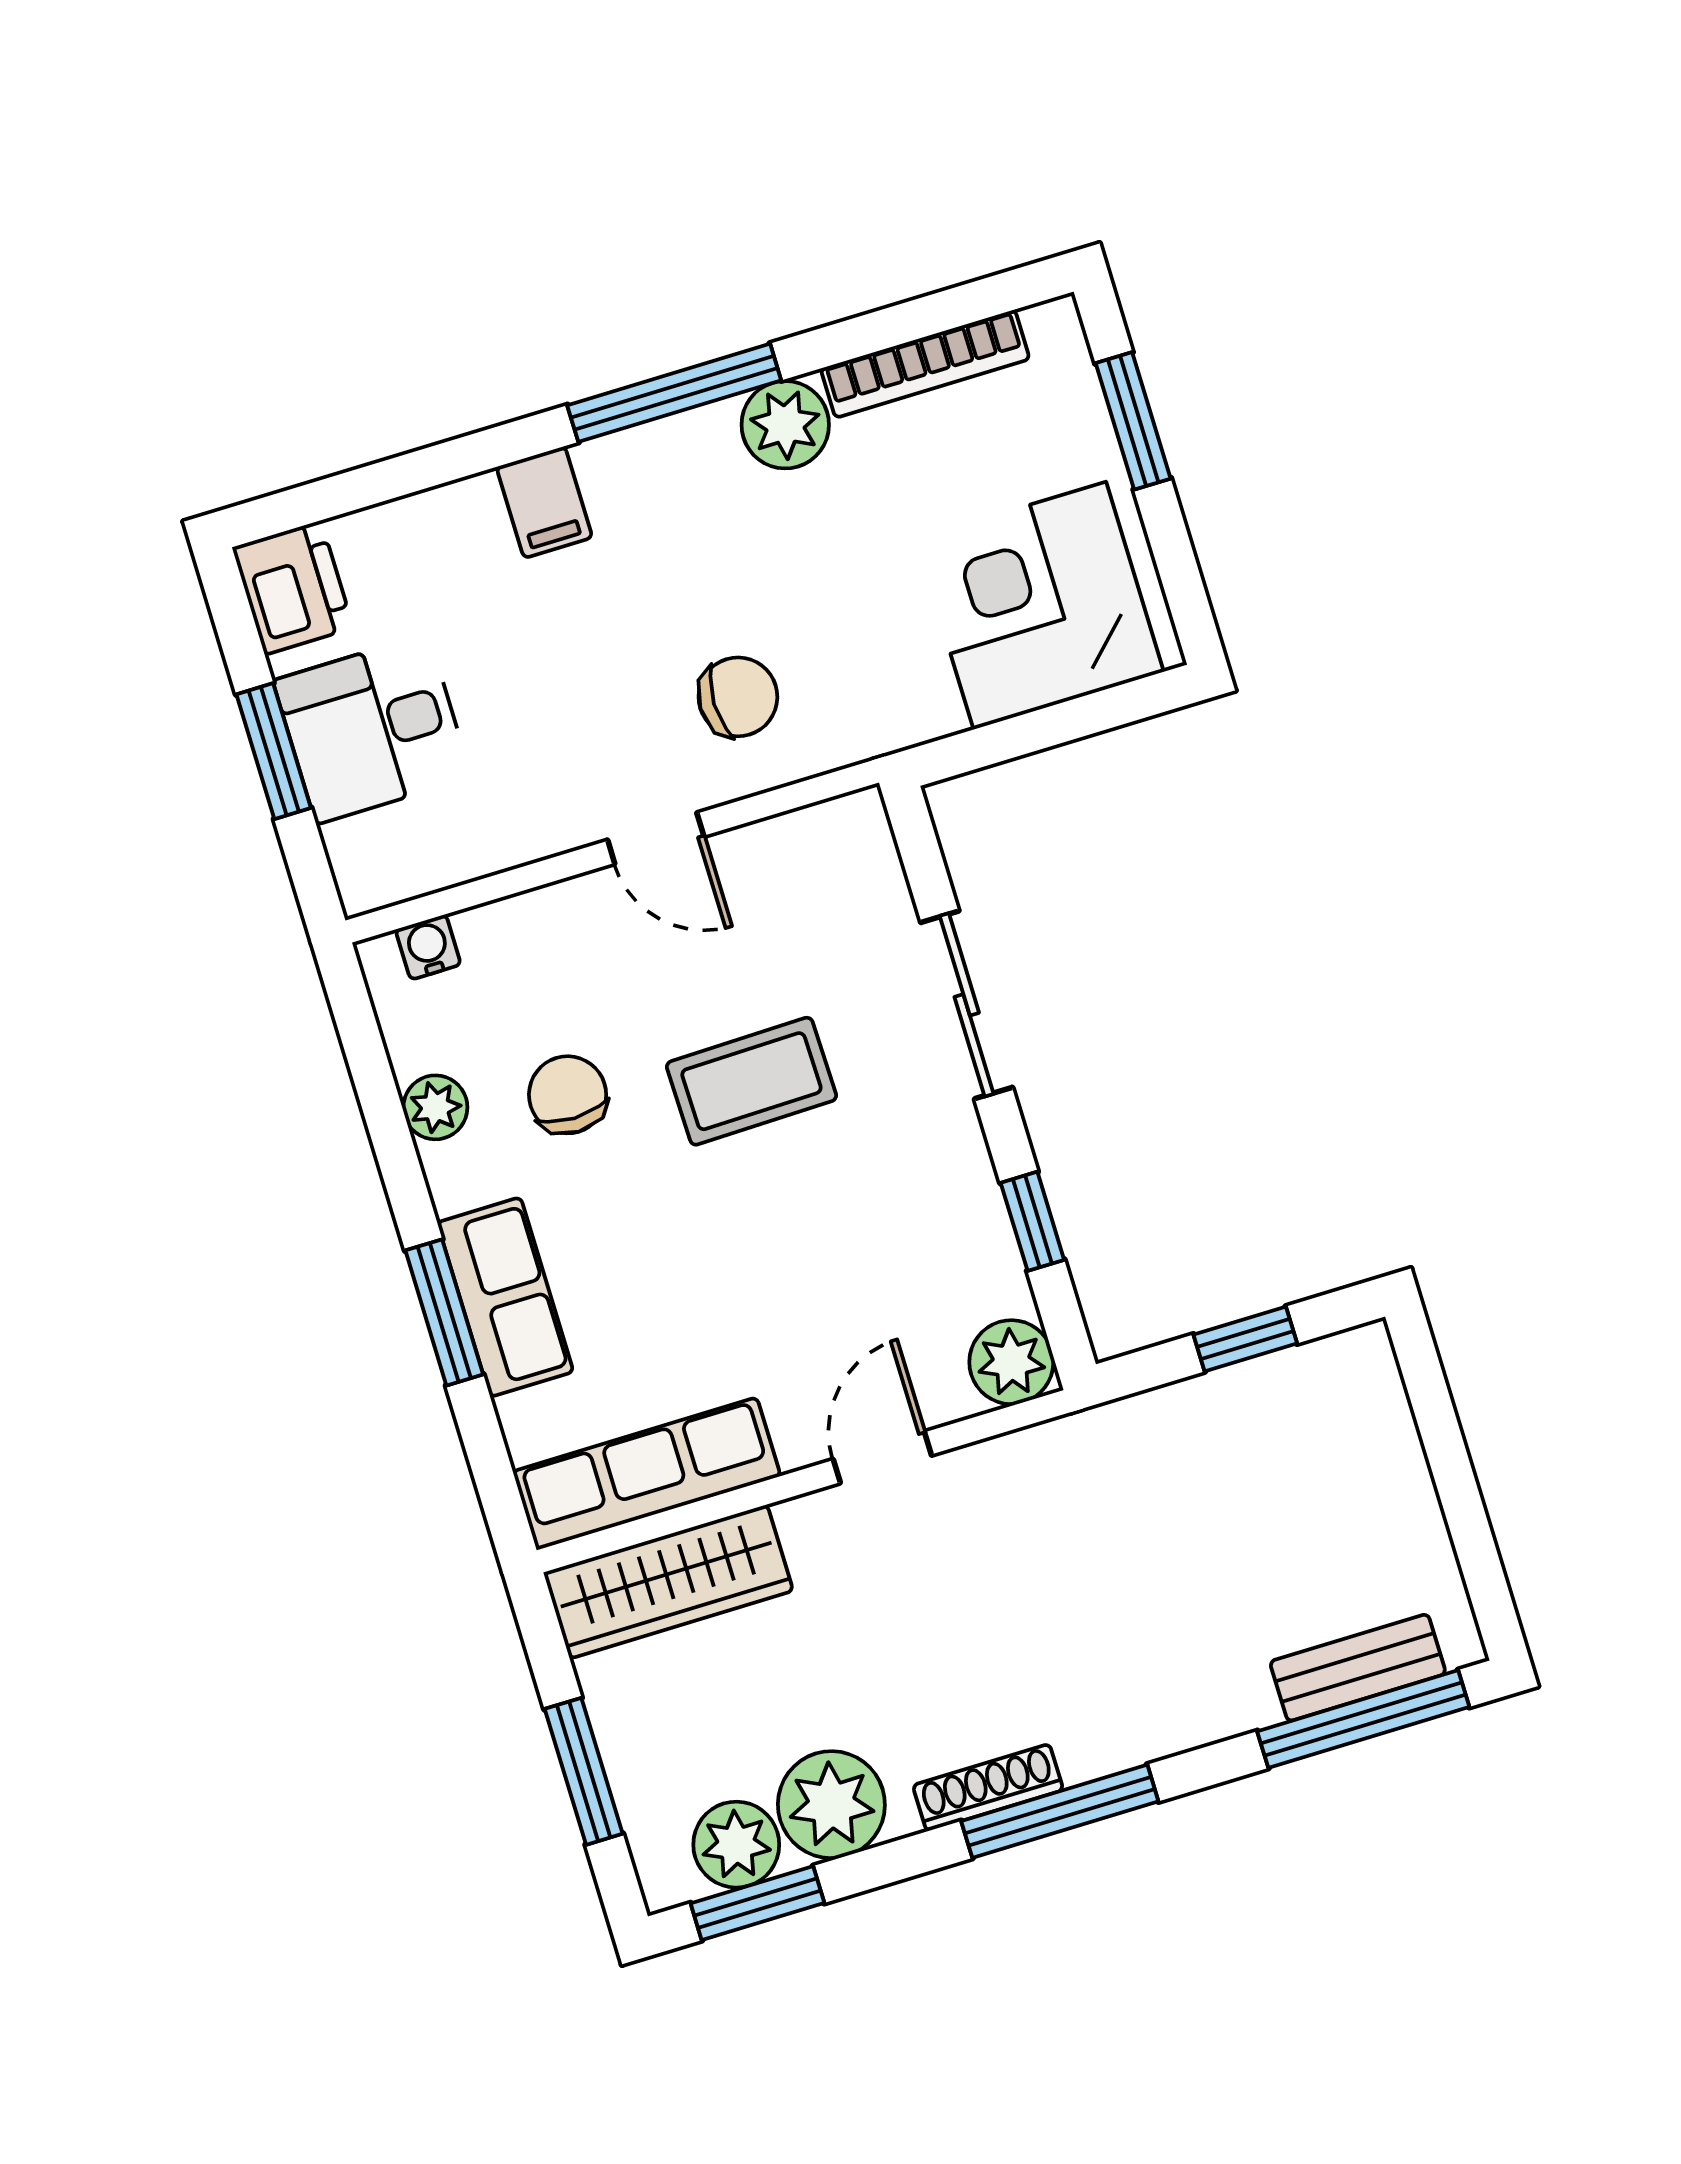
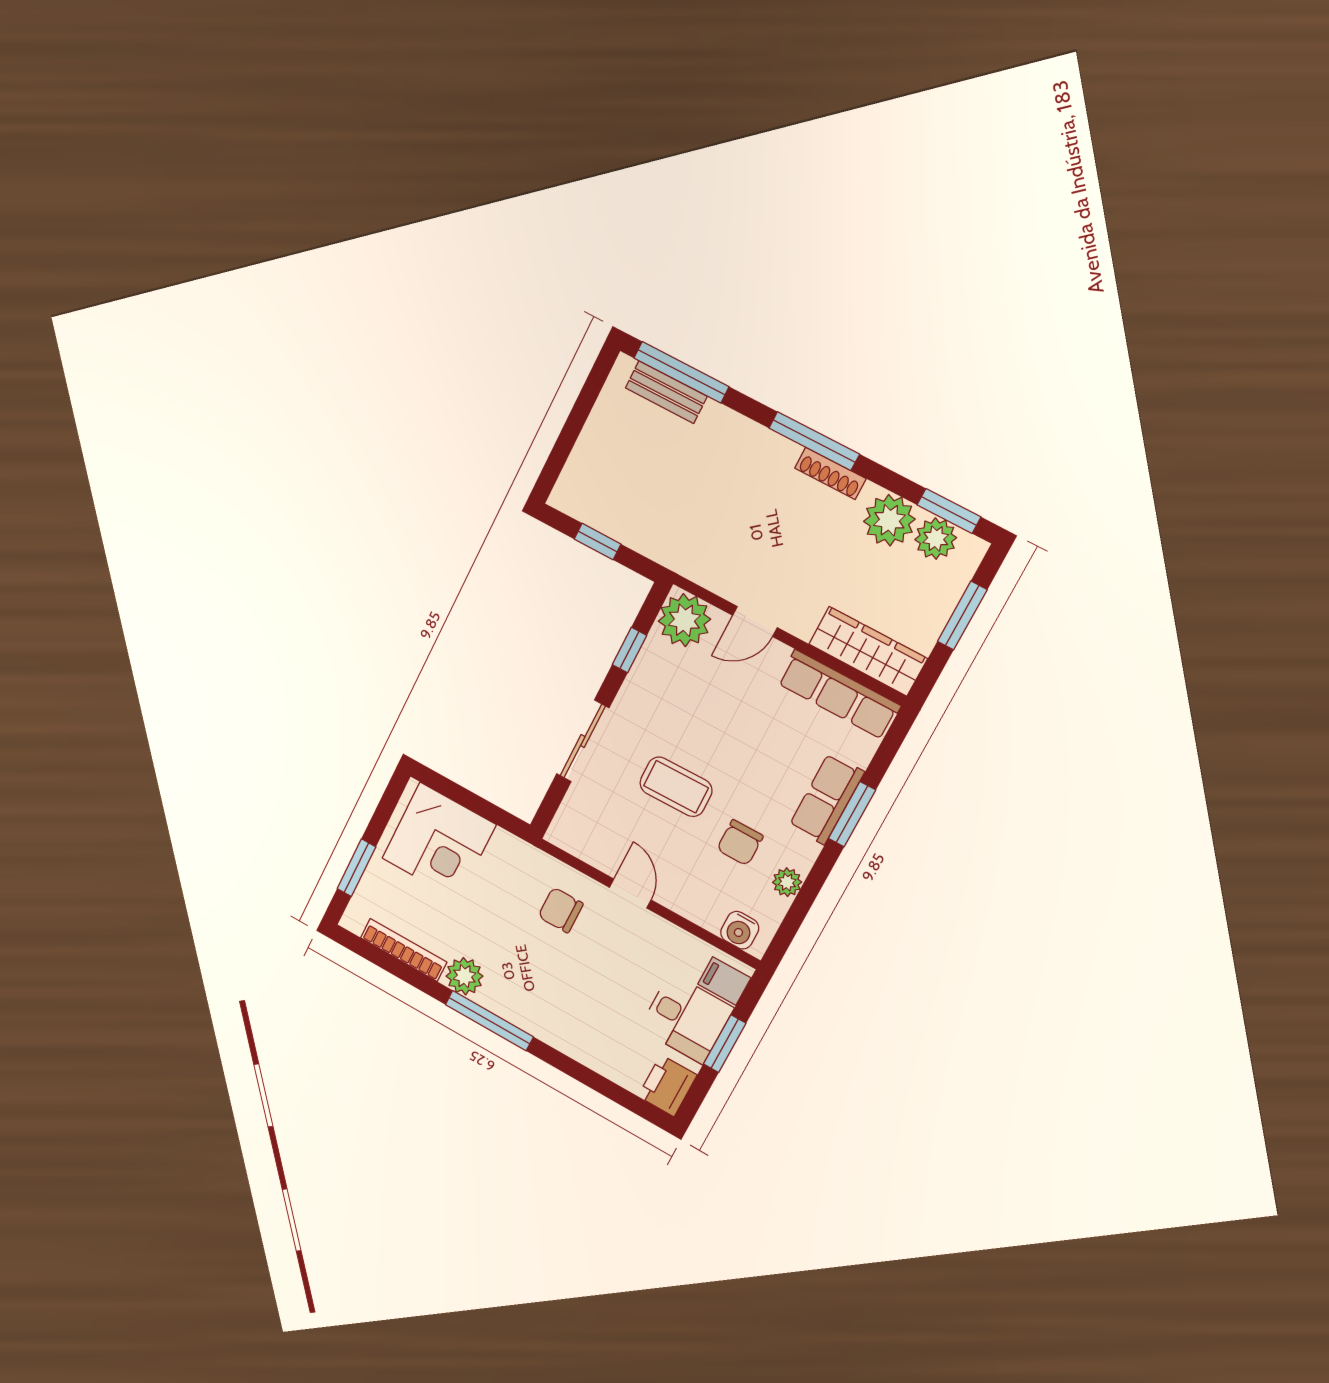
filing cabinet: (544, 502) -> (724, 981), moved, turned -90
water cooler: (428, 947) -> (740, 930), width x1.38, depth x1.38
plant: (1011, 1362) -> (684, 620), width x1.36, depth x1.36

